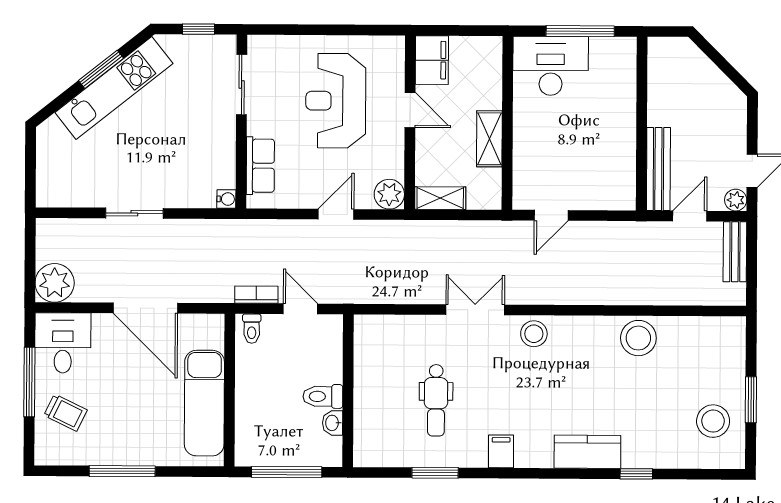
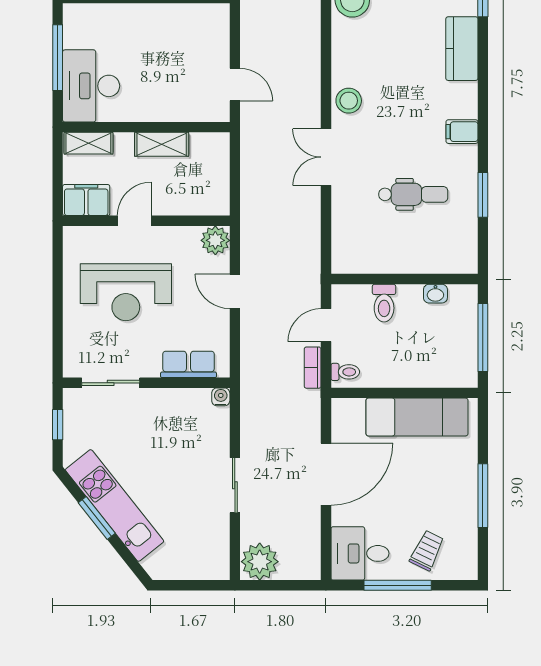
shelving: (440, 198) -> (88, 143), moved, turned 90
plant: (55, 283) -> (260, 562), moved
toilet: (323, 396) -> (384, 303), moved

